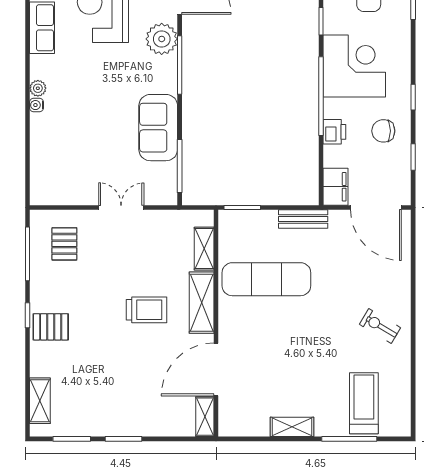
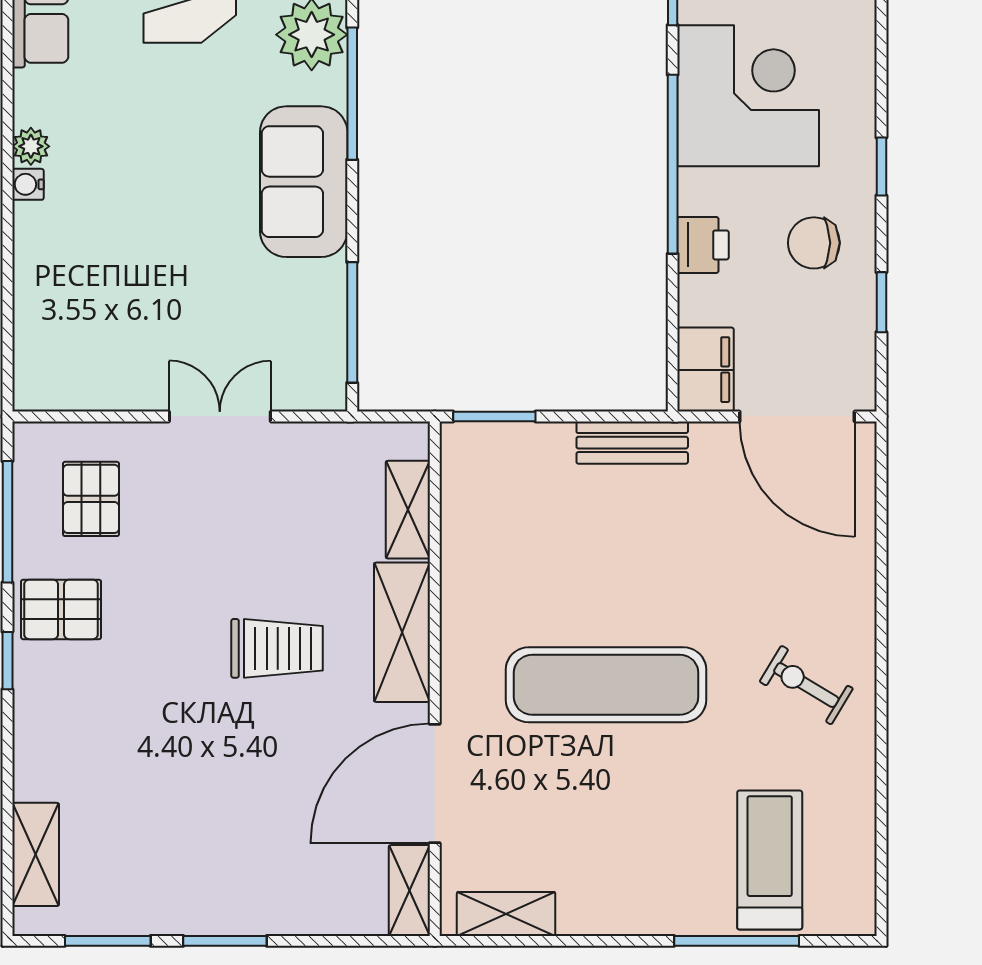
sofa: (158, 128) -> (304, 182), moved
exercise mat: (266, 279) -> (606, 685), moved
pallet: (51, 327) -> (61, 609), moved
shelving: (292, 427) -> (506, 914), moved

